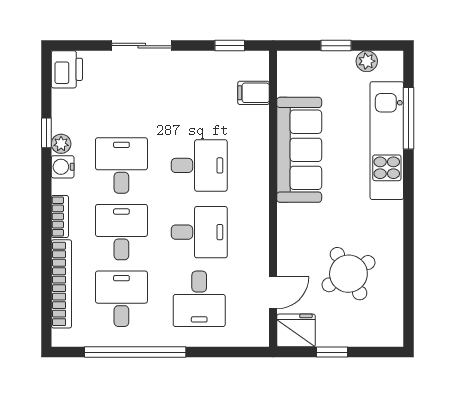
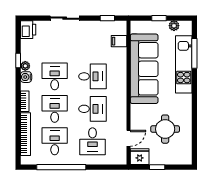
sofa: (299, 150) -> (144, 69), width x1.36, depth x1.27
round table: (348, 274) -> (165, 129), turned 30

